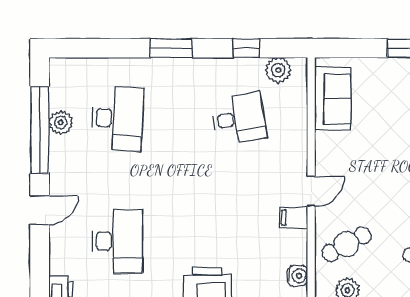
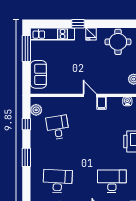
sofa: (333, 99) -> (38, 74), moved, turned 90
cafe table: (347, 244) -> (113, 80), removed

